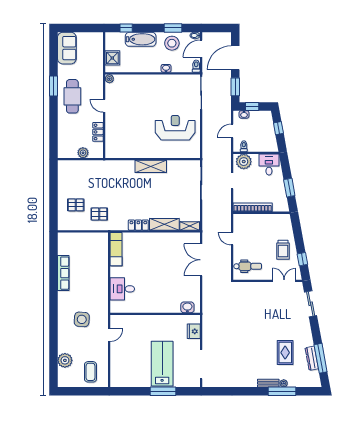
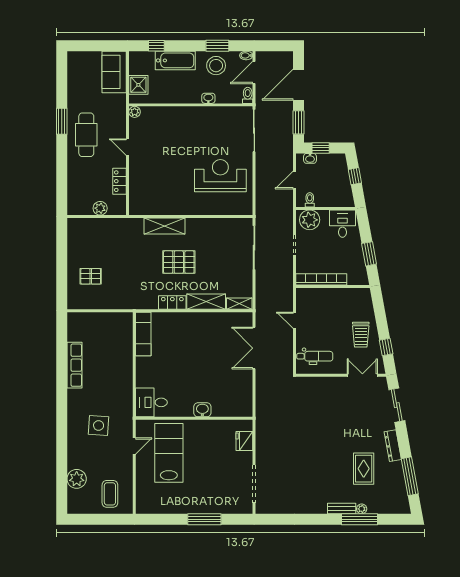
sofa: (67, 48) -> (114, 72), moved, turned 180
shelving: (151, 166) -> (165, 226), moved
pallet: (99, 214) -> (179, 262), moved, width x1.50, depth x1.42
desk: (122, 289) -> (151, 402), moved
washbasin: (187, 307) -> (202, 410), moved
dresser: (312, 358) -> (393, 446), moved
lab bench: (162, 364) -> (169, 453), moved

